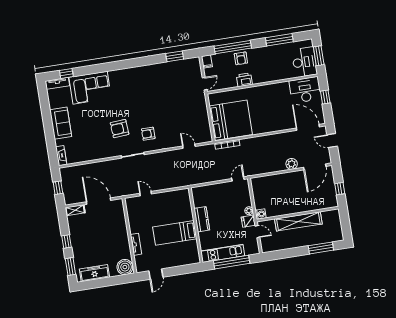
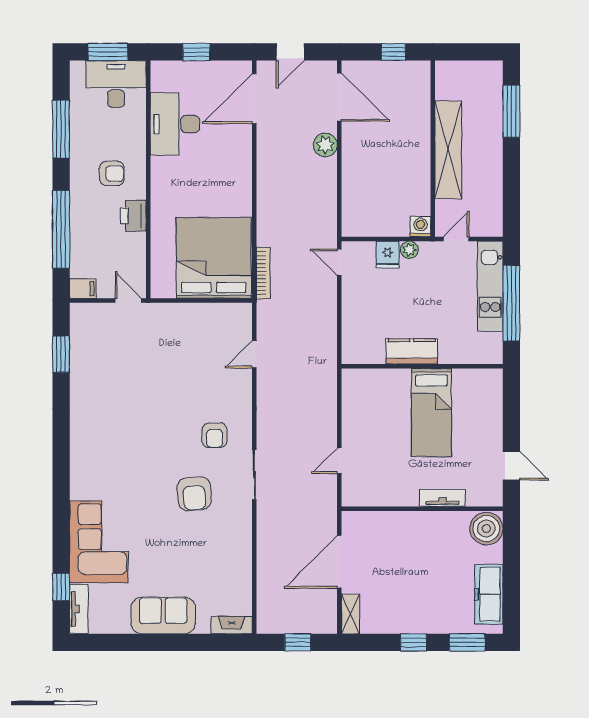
armchair: (241, 58) -> (112, 173), moved
desk: (305, 90) -> (175, 124), moved
fridge: (248, 221) -> (388, 255), moved
kitchen unit: (223, 253) -> (490, 286), moved

